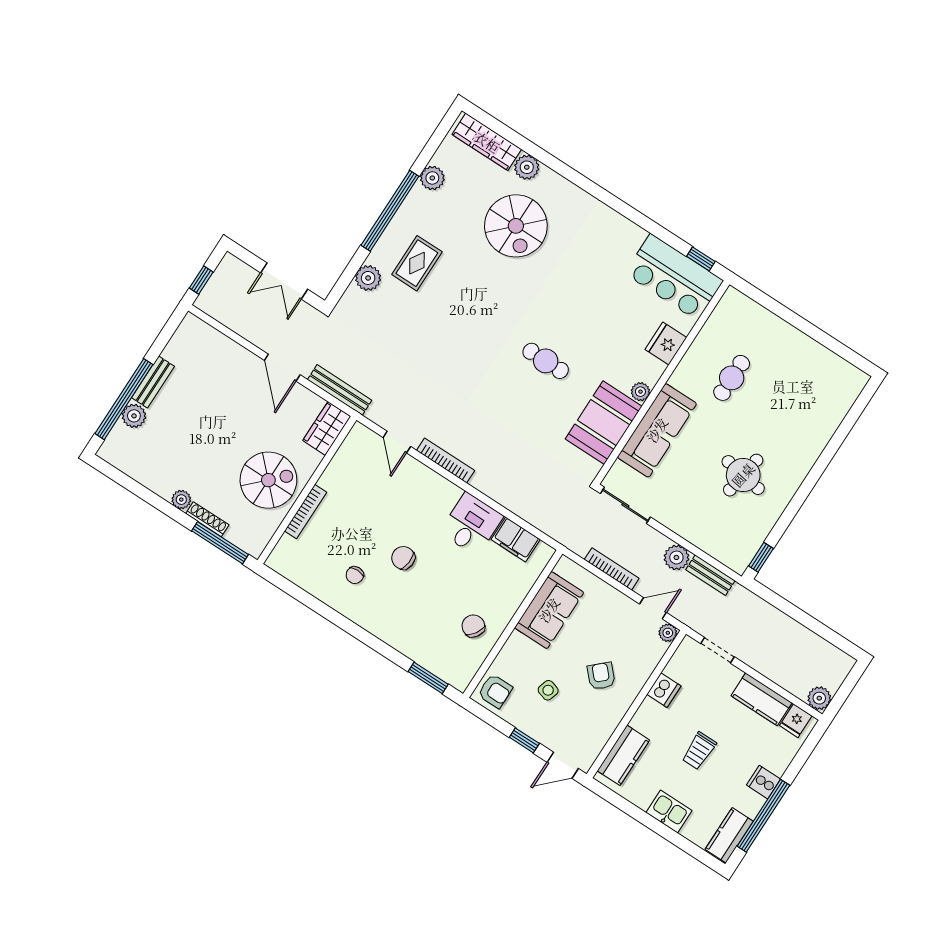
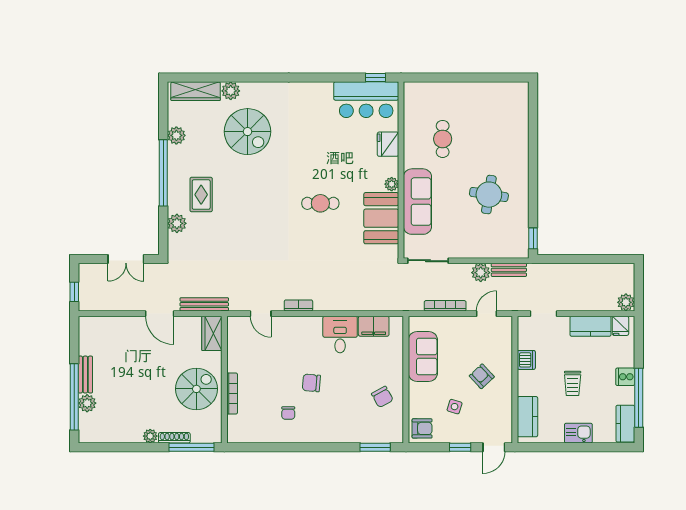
bookcase: (446, 461) -> (298, 305), width x0.64
chair: (473, 626) -> (382, 397), turned -152
plant: (668, 633) -> (506, 323), removed

